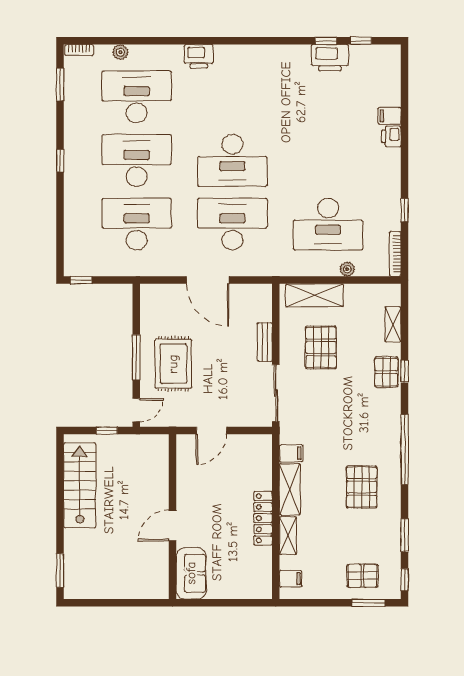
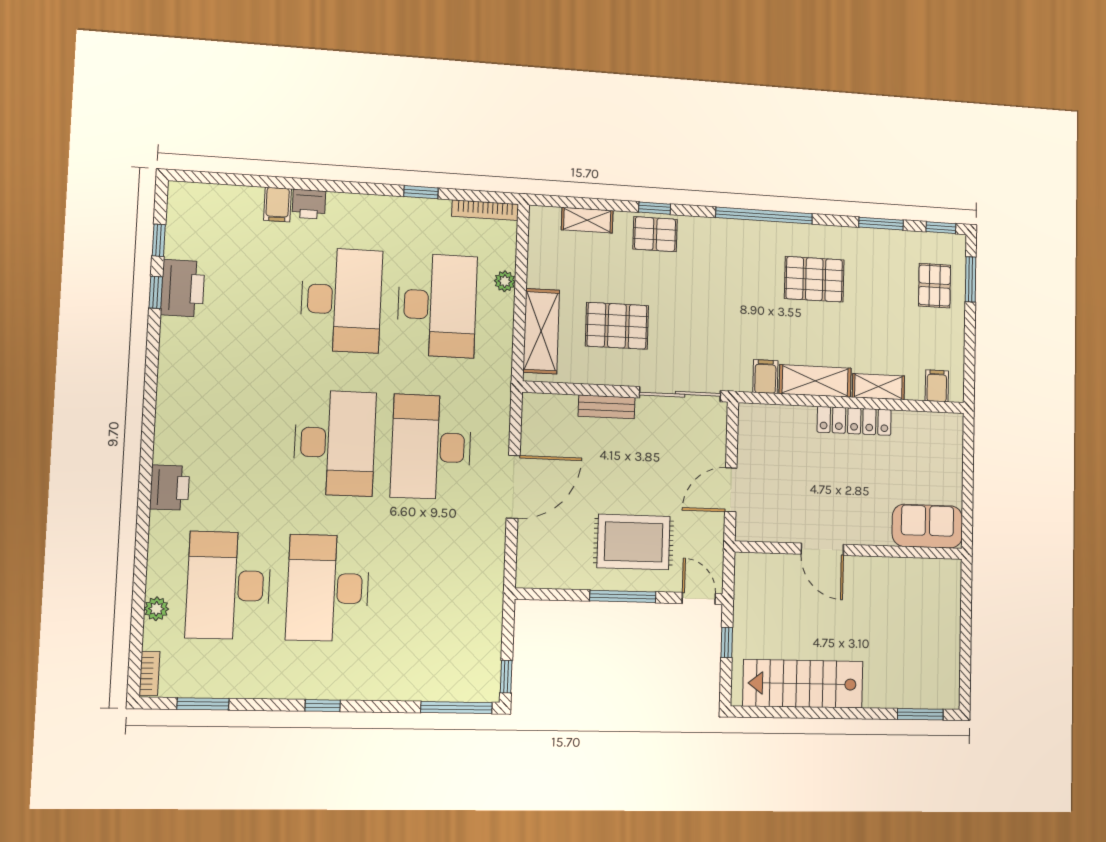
desk: (137, 224) -> (341, 300), moved, turned 180
window: (60, 248) -> (456, 708), added
door: (211, 431) -> (731, 490), swing flipped
door: (173, 525) -> (822, 549), moved

